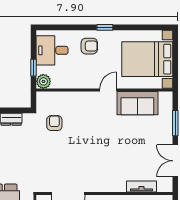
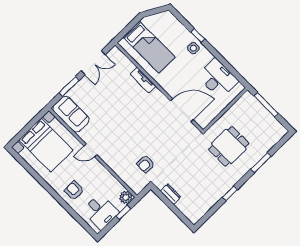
window: (105, 27) -> (52, 192), removed
sofa: (137, 103) -> (71, 114), moved
tv unit: (142, 187) -> (143, 80), moved

